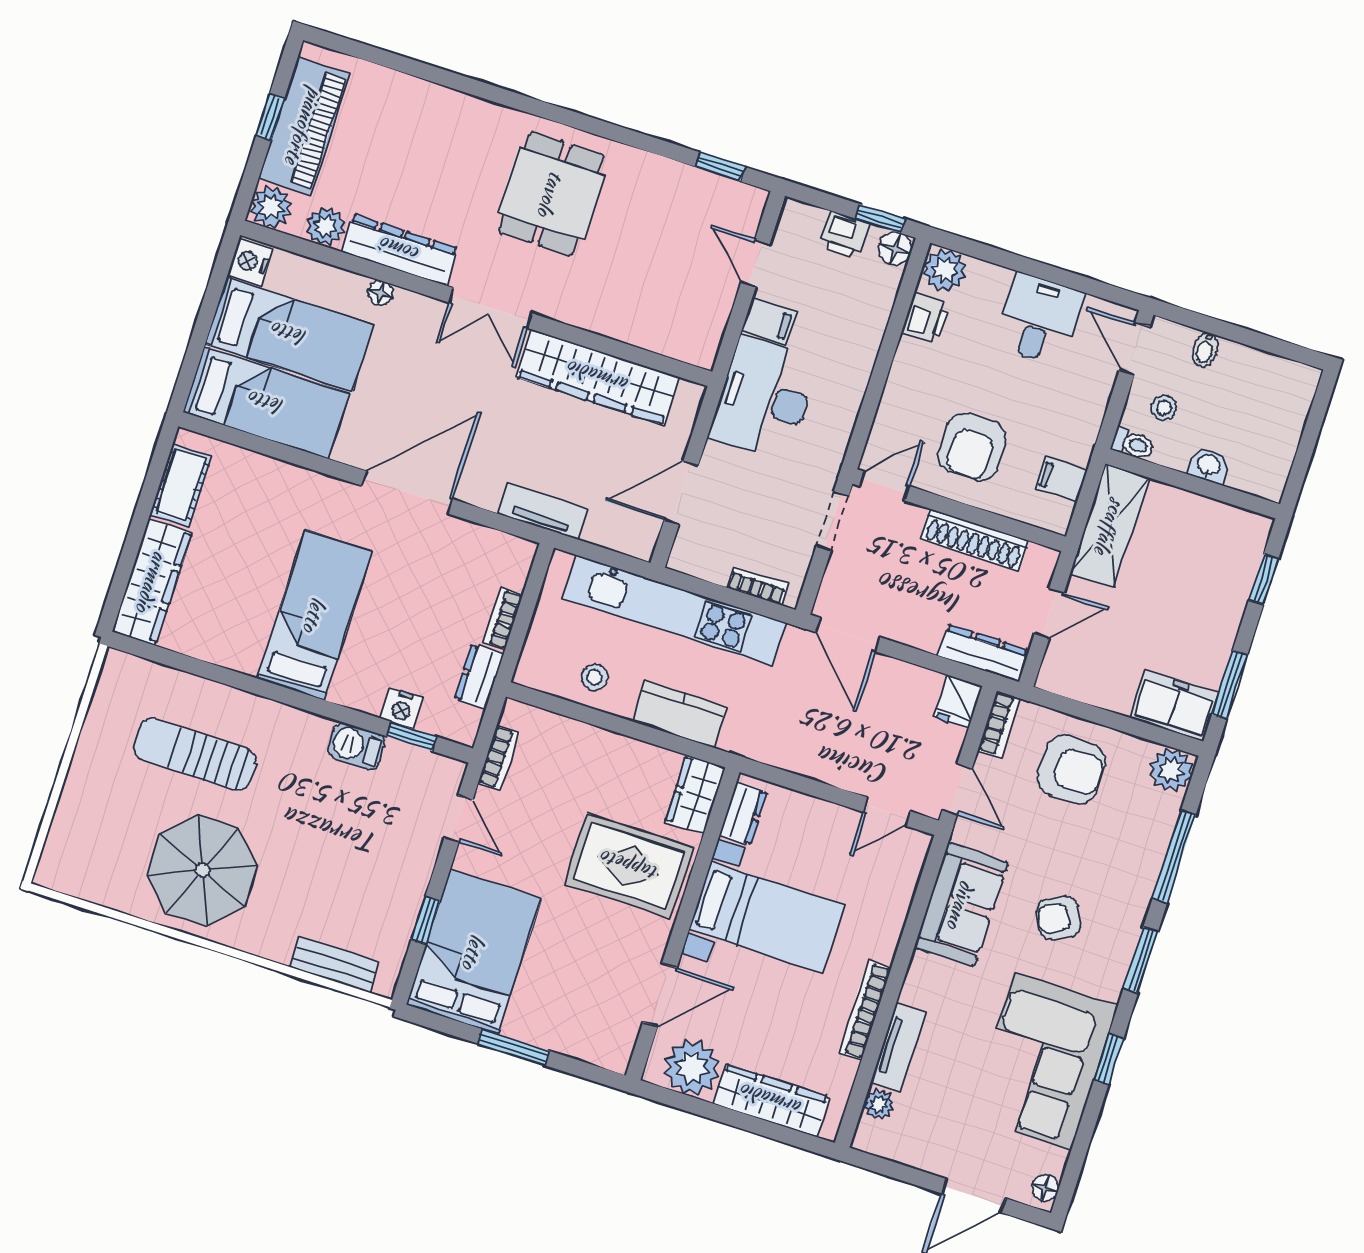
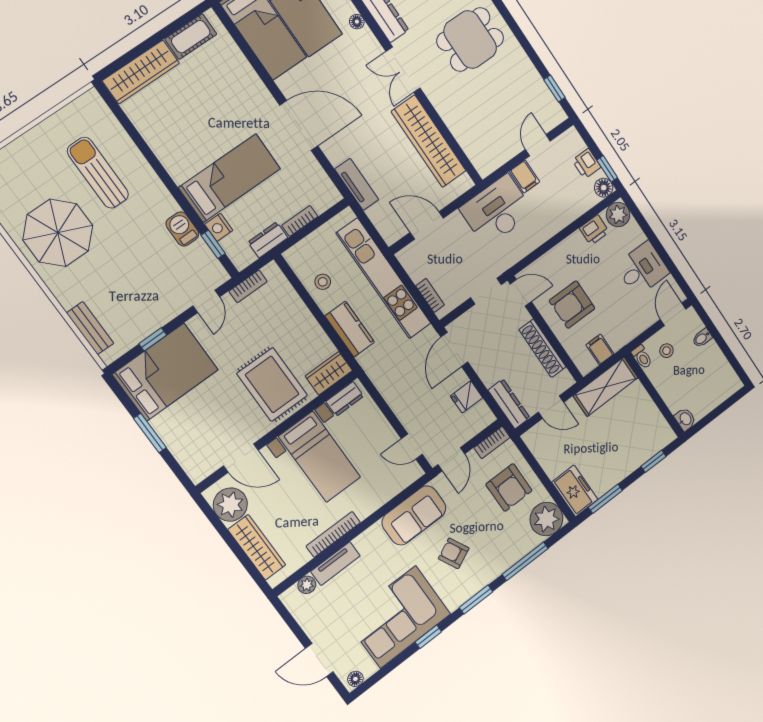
washbasin: (1209, 465) -> (685, 419), moved
bed: (315, 615) -> (230, 178), moved
fridge: (958, 702) -> (466, 397), moved
plant: (1171, 770) -> (546, 519), width x1.36, depth x1.36

